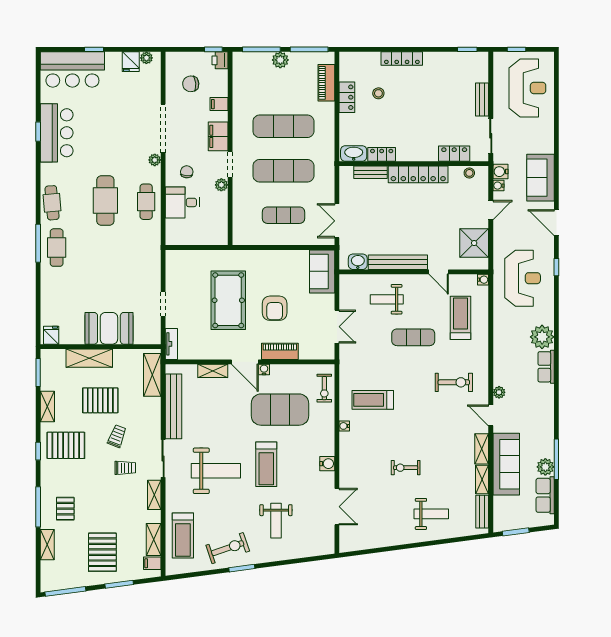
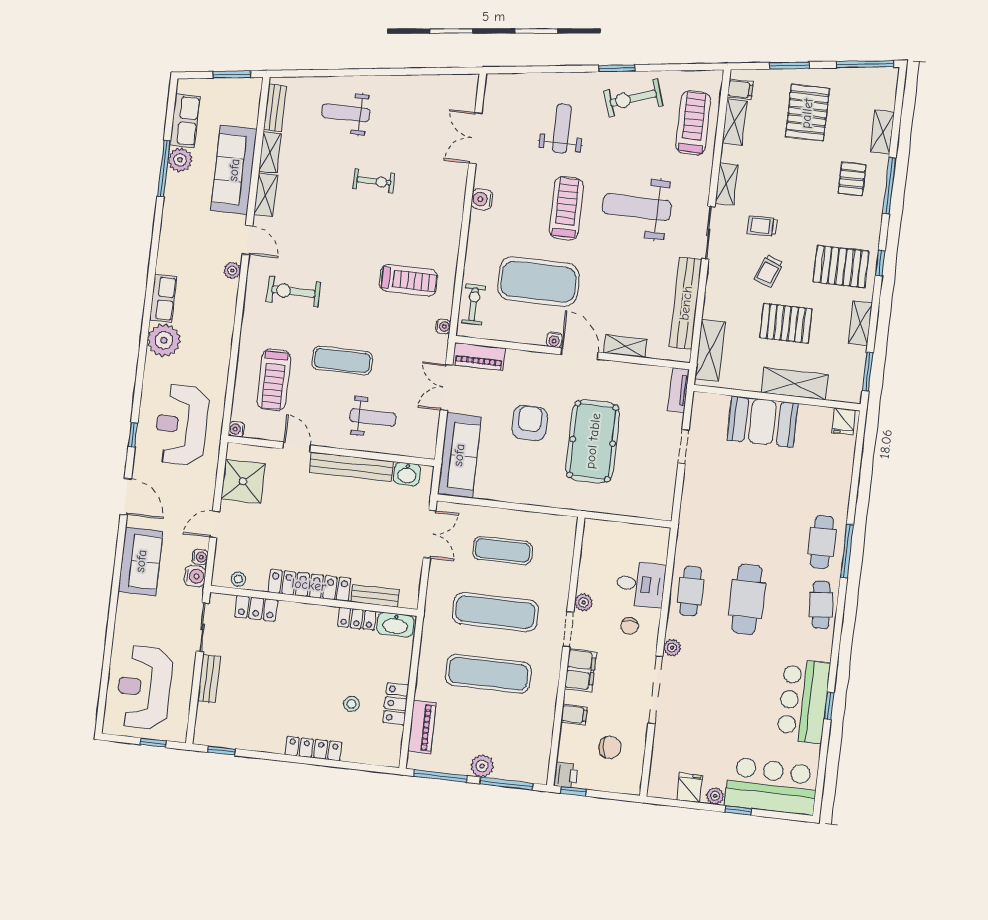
plant: (146, 58) -> (715, 796), moved
sofa: (322, 271) -> (459, 455), width x1.36
piano: (280, 351) -> (479, 356), moved
water cooler: (344, 426) -> (443, 326), moved

